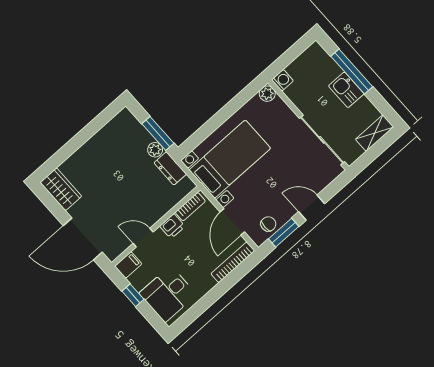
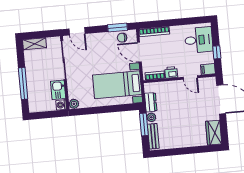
kitchen sink: (346, 90) -> (58, 90), moved, turned 180
bench: (135, 127) -> (153, 136), added
door: (312, 208) -> (77, 31), moved
door: (232, 222) -> (139, 52), swing flipped

